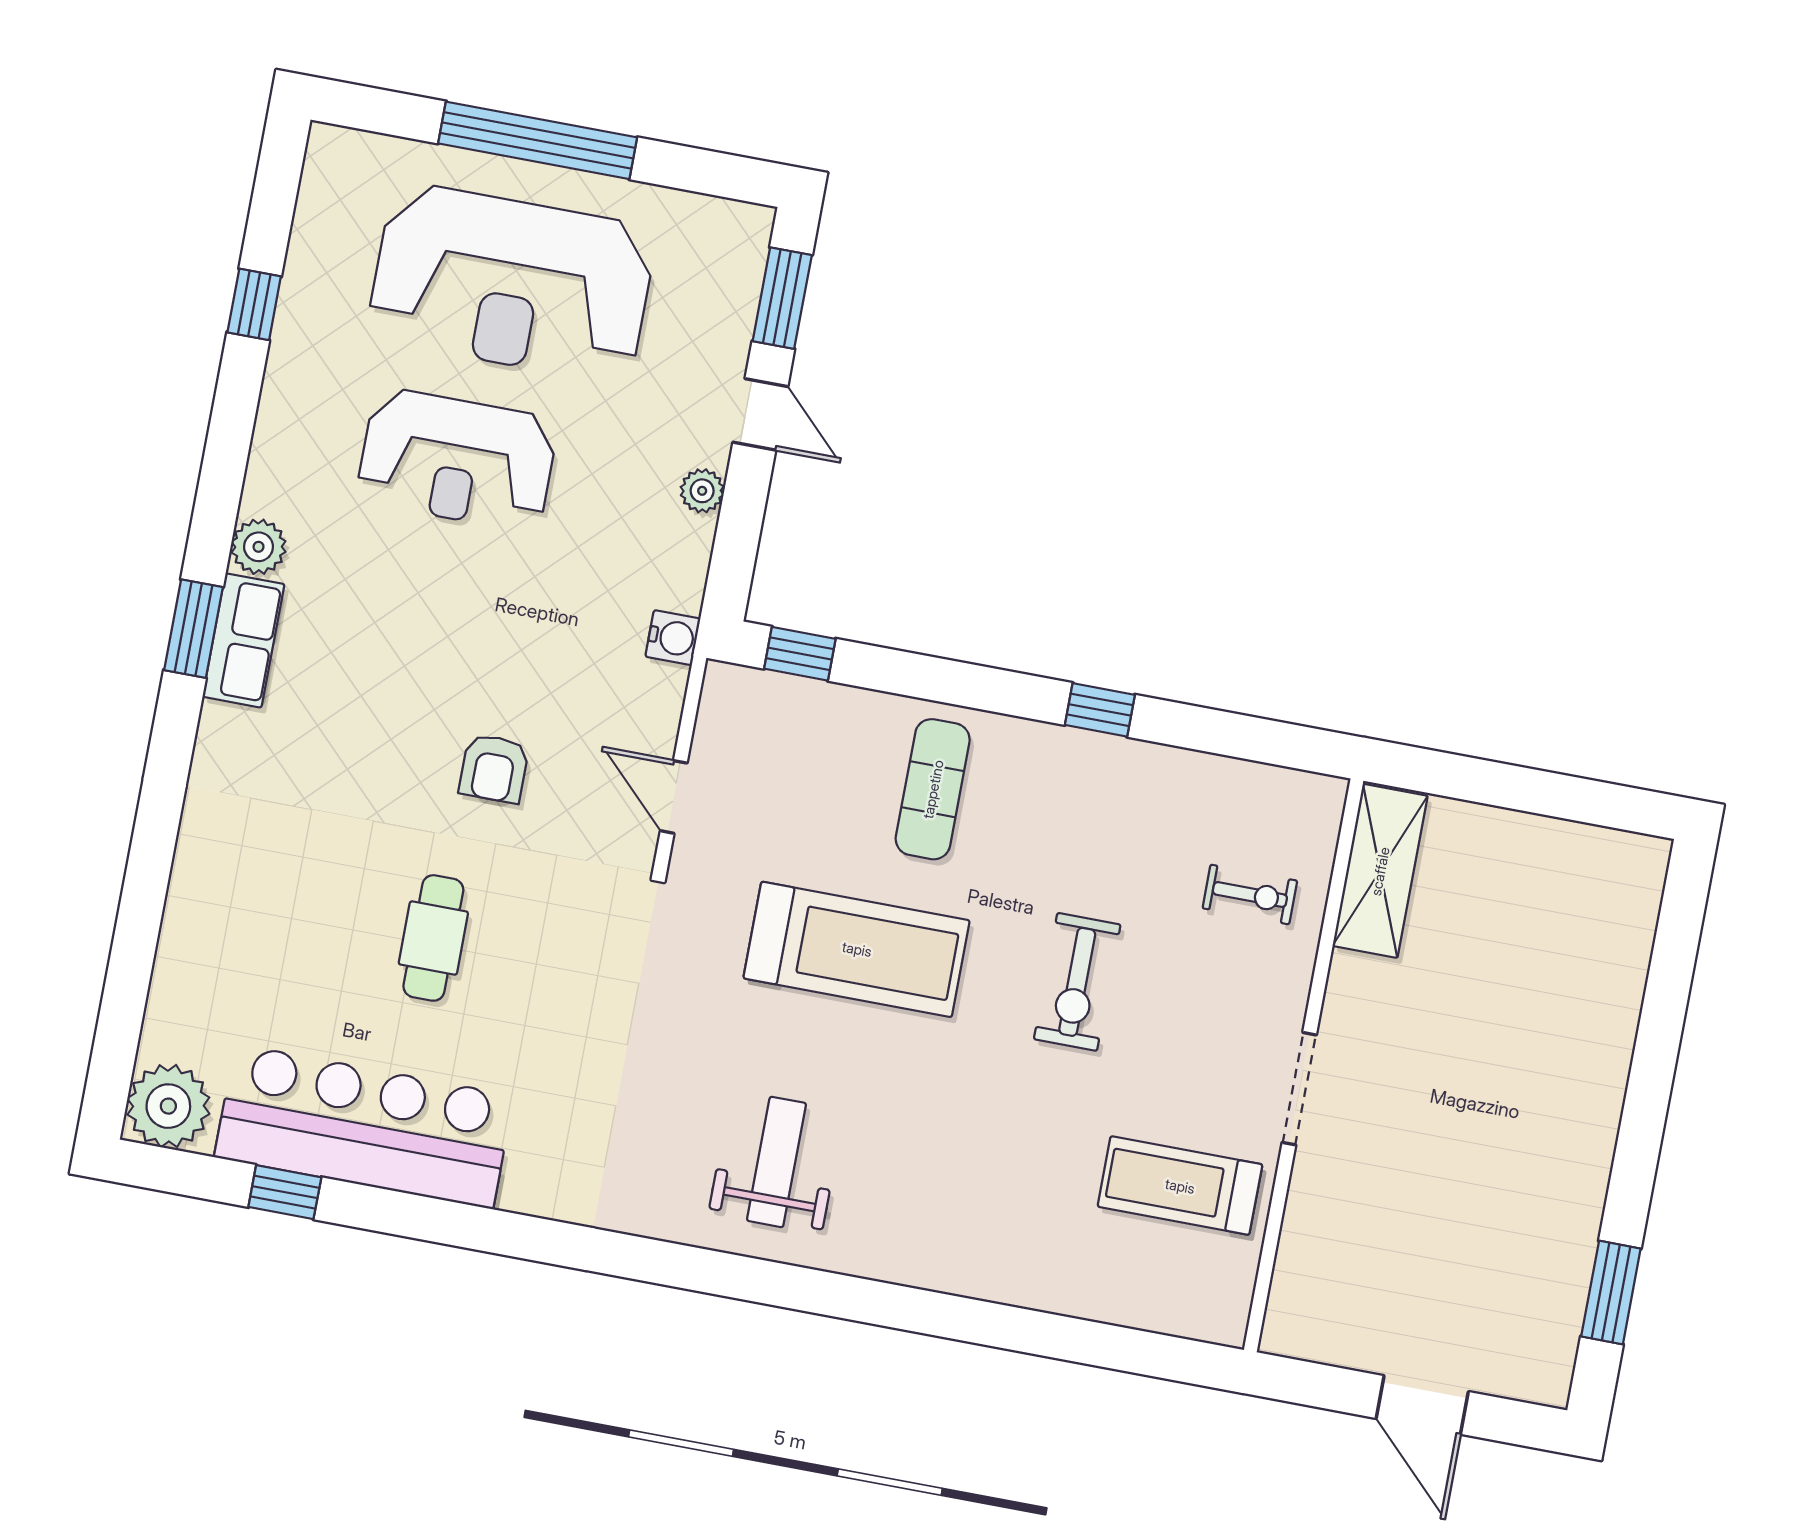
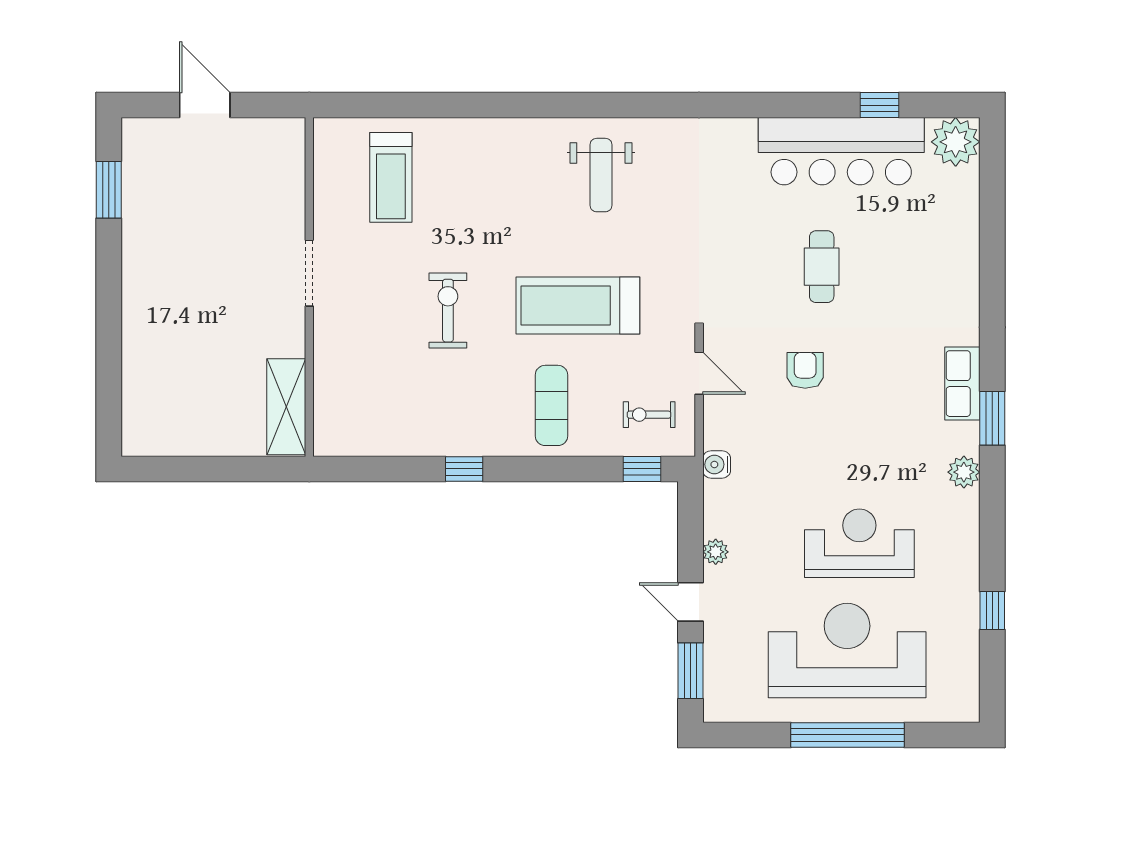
row of seats: (243, 640) -> (962, 384), moved
exercise bike: (1250, 894) -> (649, 415), moved
treadmill: (1180, 1186) -> (391, 177), moved, turned 90

